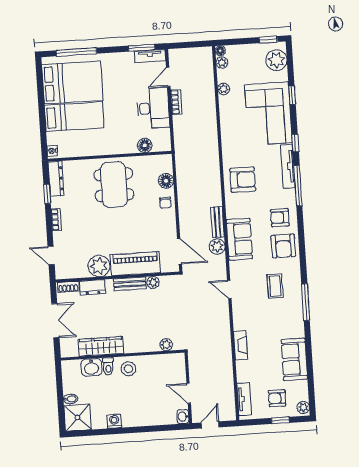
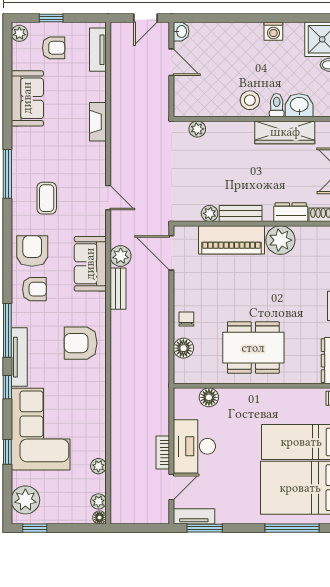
dining table: (114, 185) -> (253, 348), turned 90

